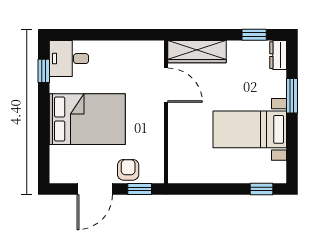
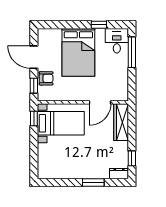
window: (87, 35) -> (132, 52), added
window: (44, 71) -> (99, 25), moved
bed with nightstands: (250, 129) -> (61, 123), moved, turned 90
window: (262, 189) -> (34, 119), moved

